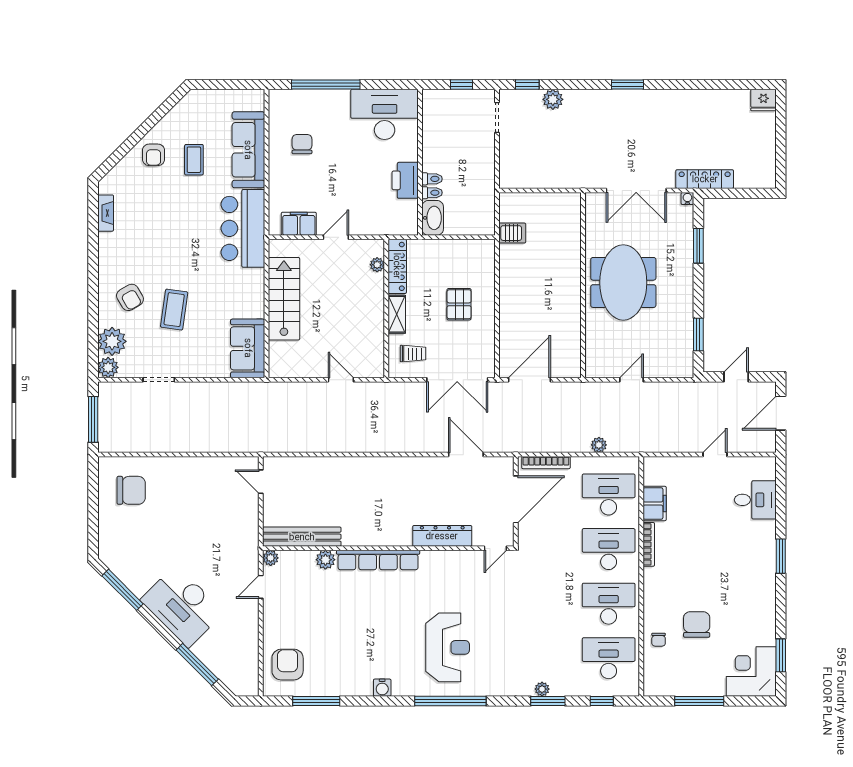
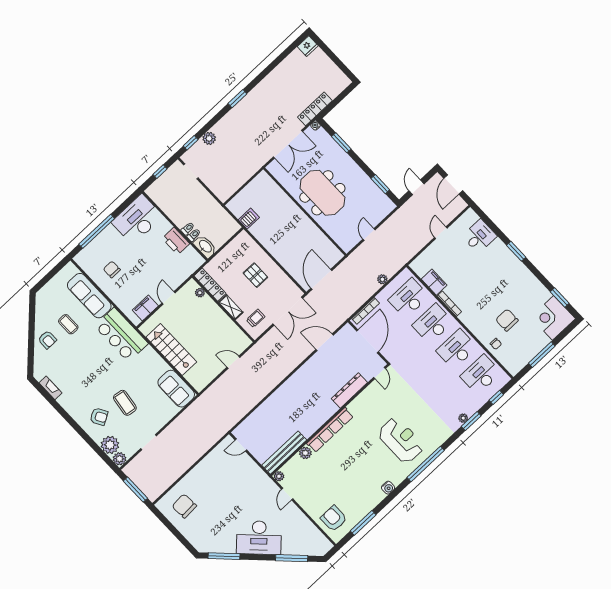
chair: (131, 490) -> (184, 506), turned -93

